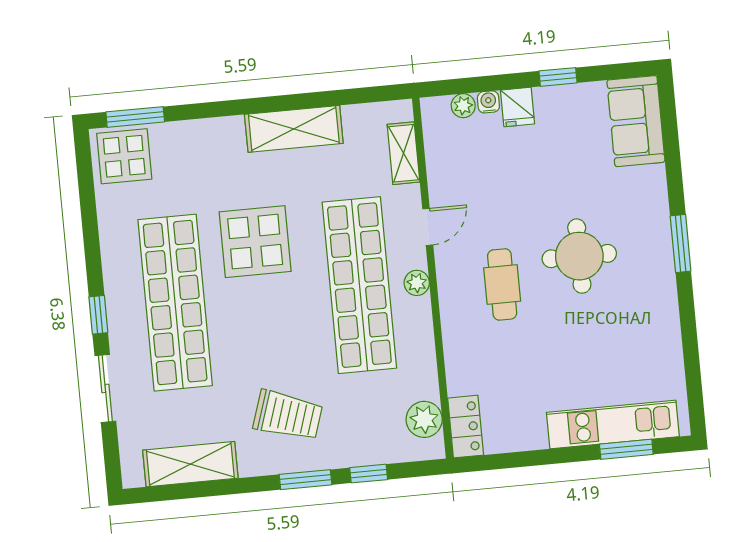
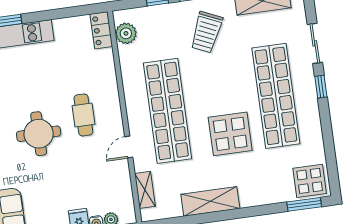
plant: (417, 283) -> (134, 114), removed
trolley: (288, 415) -> (206, 32), turned -84

